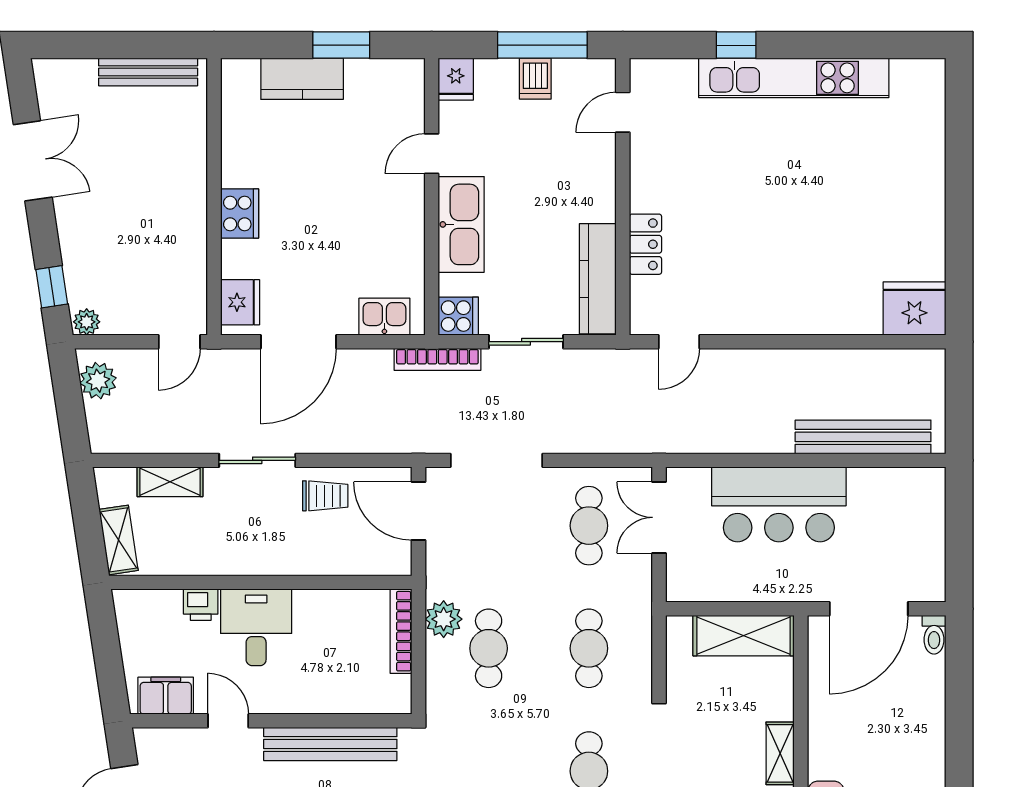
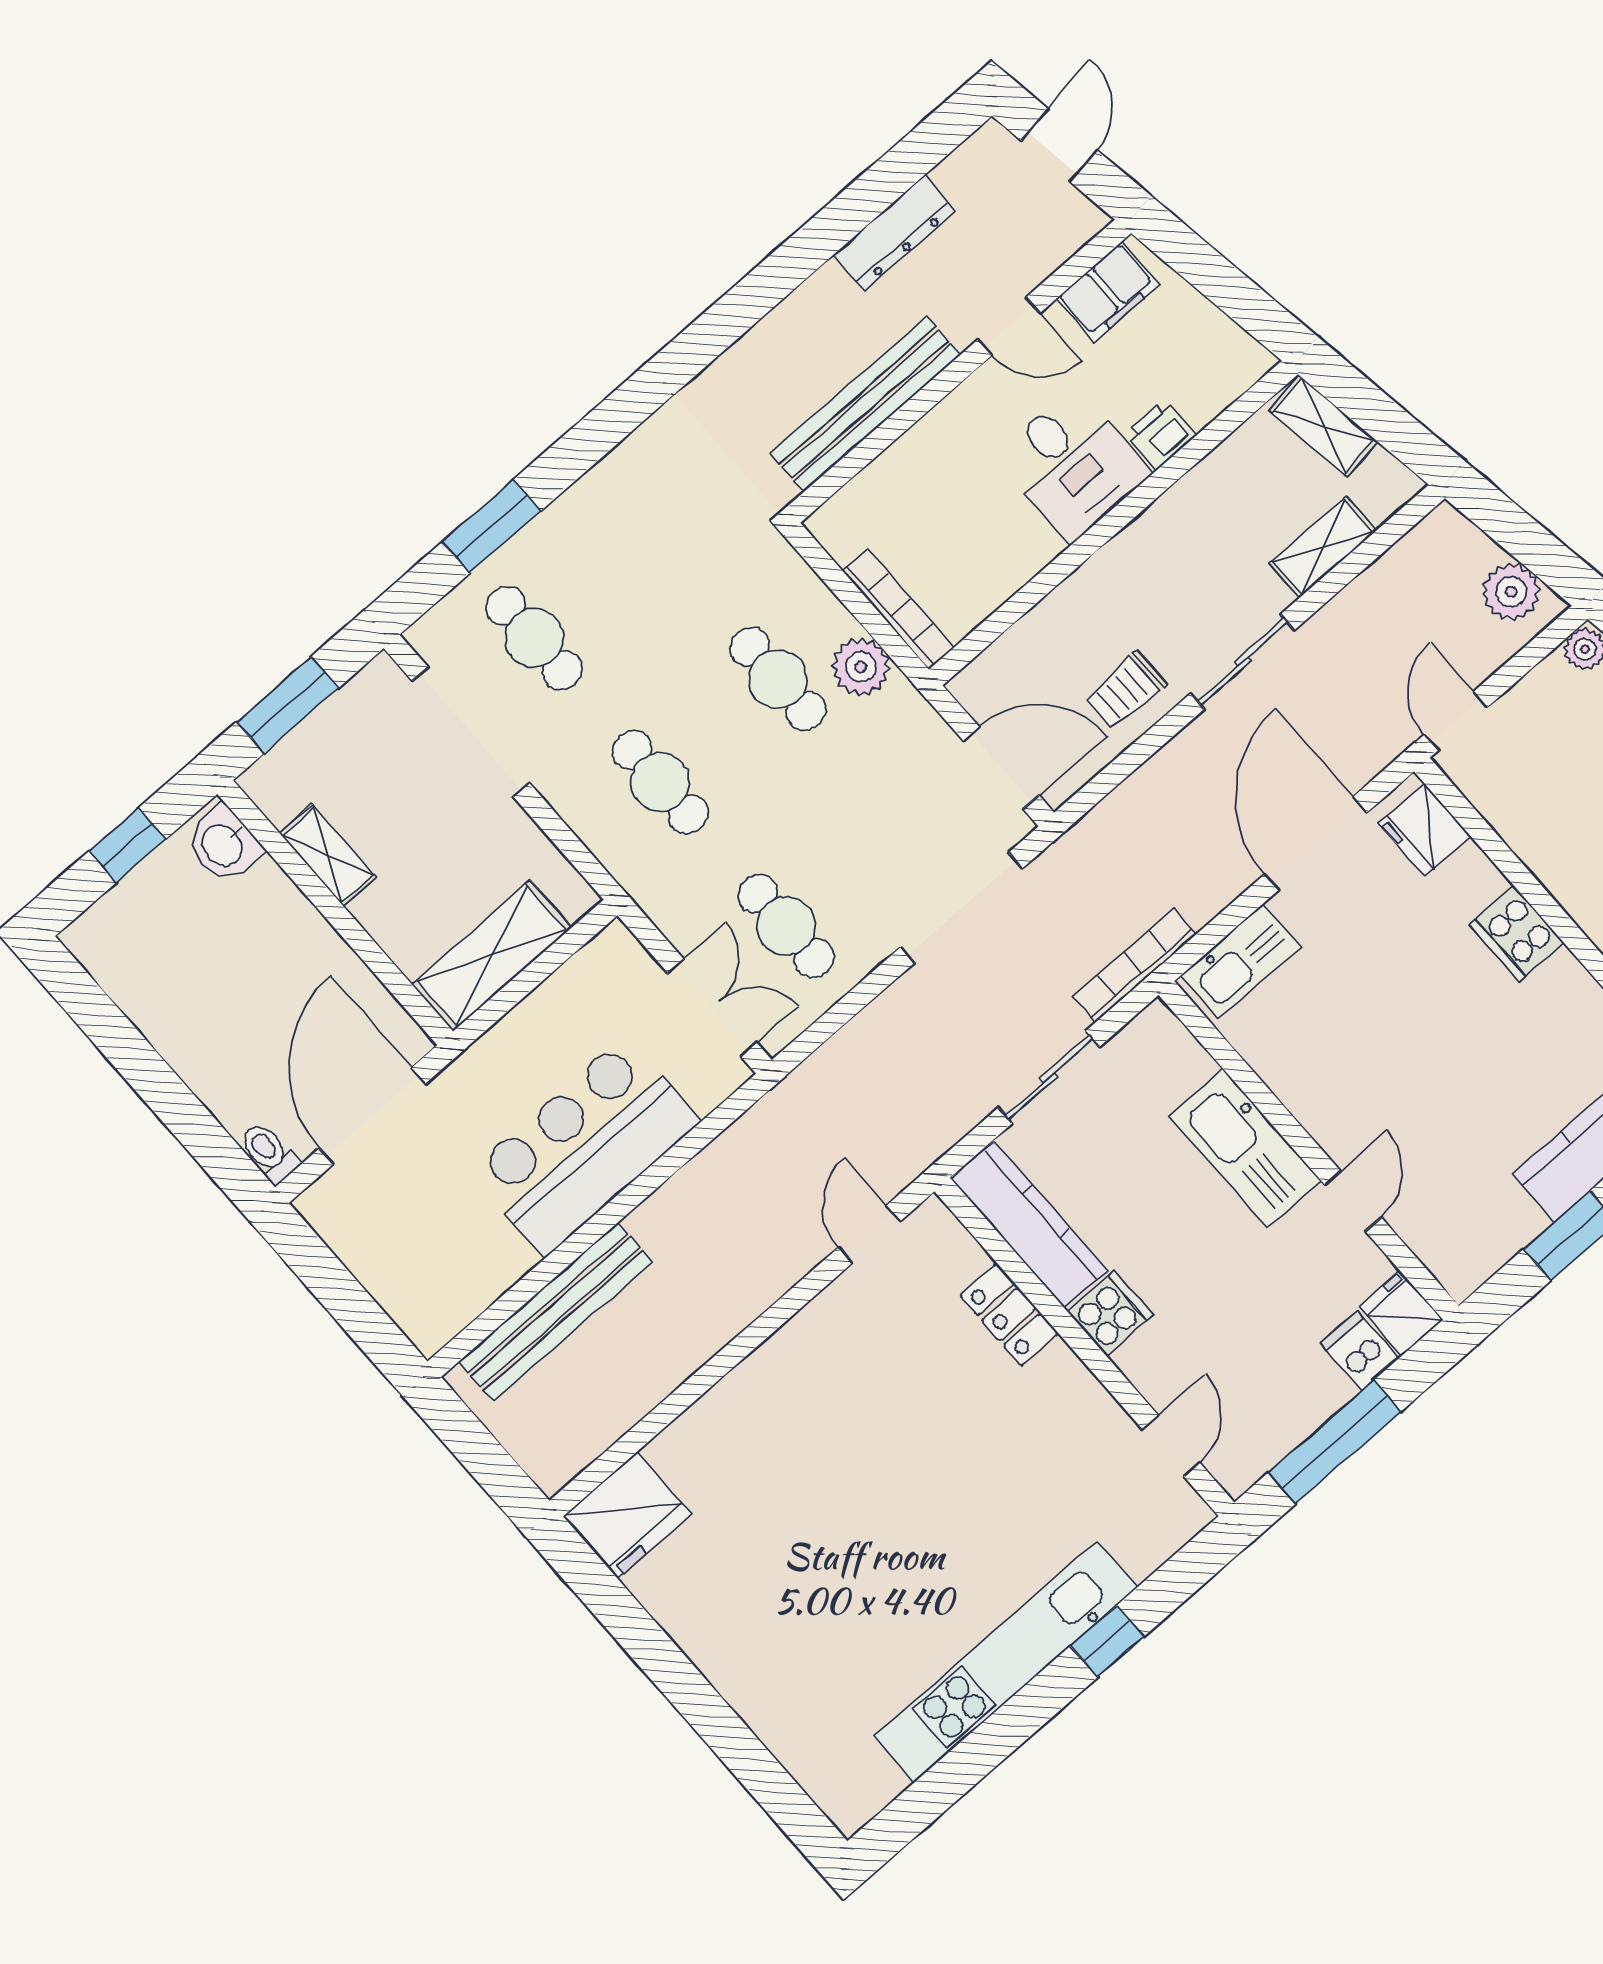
dishwasher: (535, 79) -> (1359, 1351), moved
cooker: (458, 316) -> (1110, 1313), moved, turned 180
kitchen sink: (384, 317) -> (1241, 961), width x1.38

